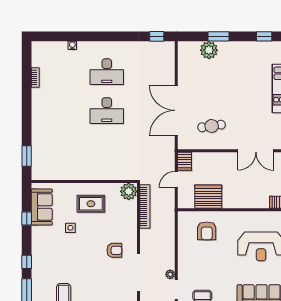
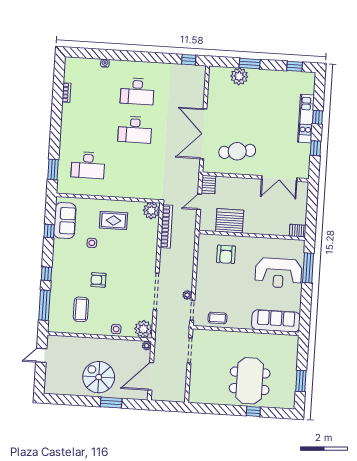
cafe table: (212, 126) -> (237, 151), width x1.37, depth x1.35
desk: (62, 150) -> (88, 165), added
armchair: (114, 250) -> (98, 280), moved, turned 180

